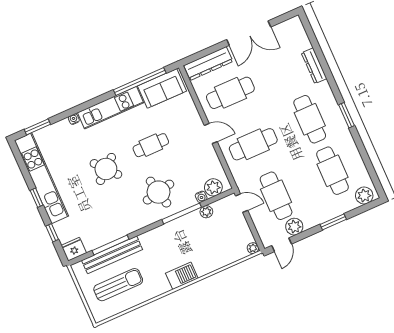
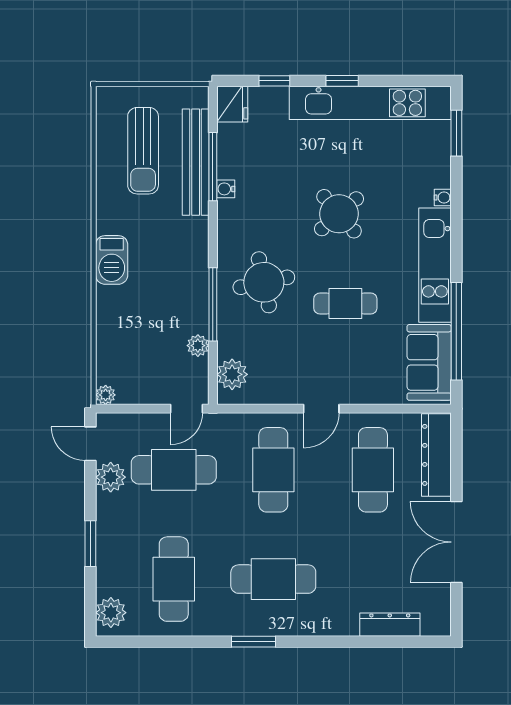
dresser: (314, 66) -> (390, 625), moved
cafe table: (151, 145) -> (345, 303), turned 90
cafe table: (333, 171) -> (174, 579), turned 90
water cooler: (201, 197) -> (226, 189), moved

